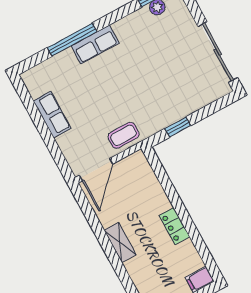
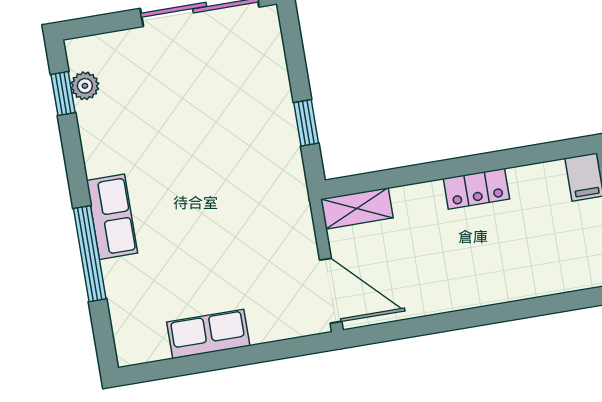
coffee table: (124, 135) -> (288, 222), removed
shelving: (120, 242) -> (357, 208), moved

